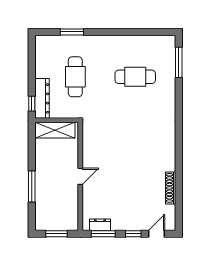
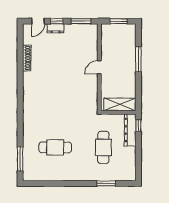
dresser: (100, 225) -> (56, 28), moved

